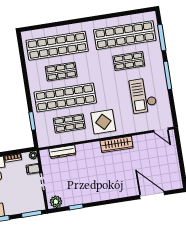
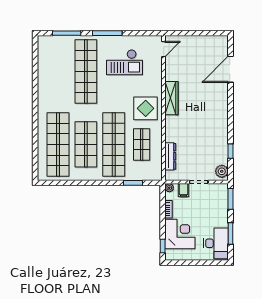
shop shelf: (125, 35) -> (58, 72), removed
shop shelf: (129, 61) -> (86, 72), width x2.00, depth x1.36
shop shelf: (61, 72) -> (86, 144), width x1.43, depth x1.36

